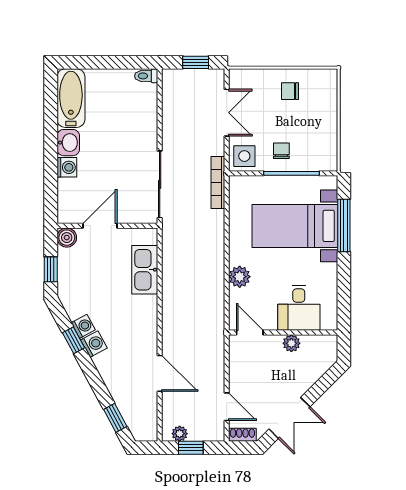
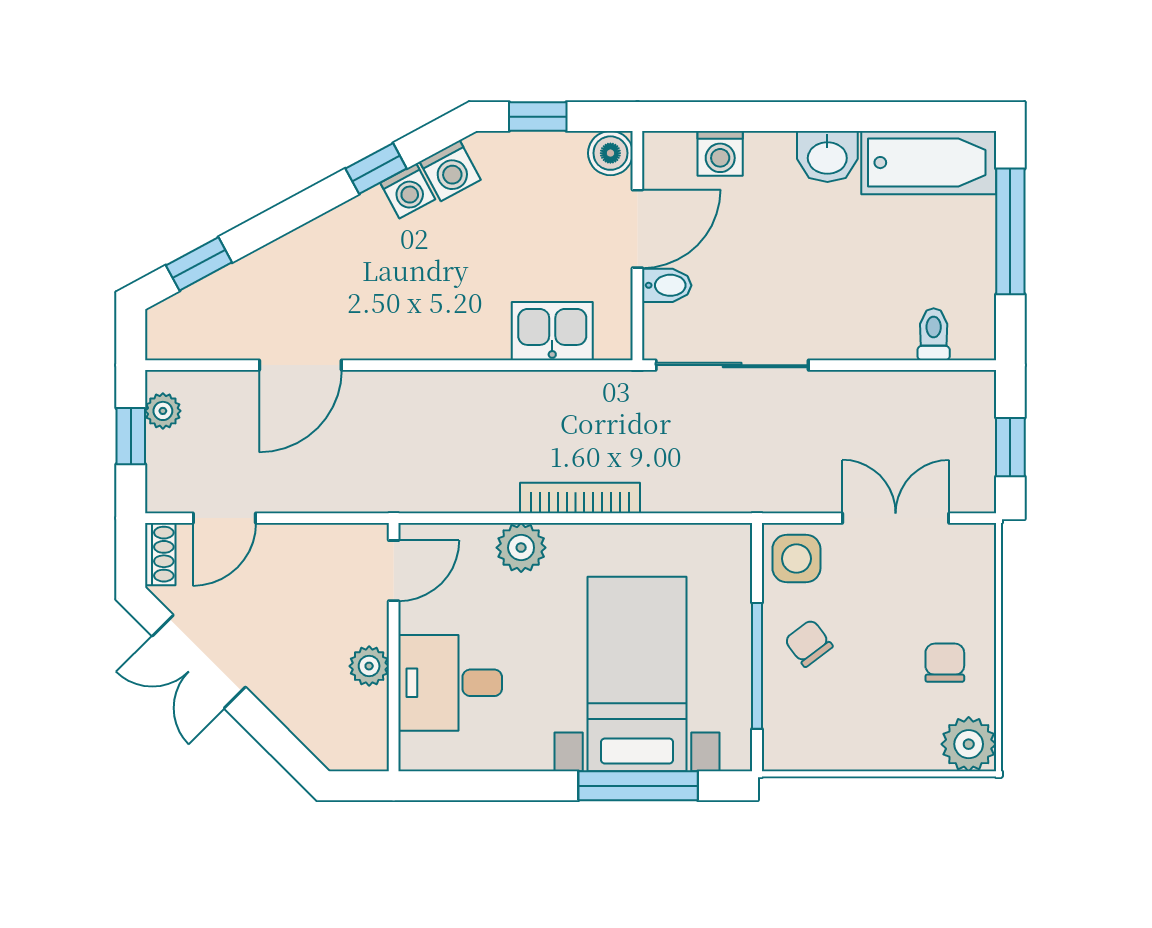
window: (101, 62) -> (1010, 231), added
toilet: (146, 76) -> (934, 334), moved
plant: (326, 81) -> (969, 744), added
double door: (227, 113) -> (896, 518), swing flipped
chair: (281, 151) -> (809, 643), turned -127
washing machine: (67, 167) -> (720, 153), moved
bookcase: (218, 183) -> (580, 498), moved
bidet: (125, 213) -> (667, 285), added
door: (100, 226) -> (637, 229), hinge flipped
kitchen sink: (145, 270) -> (552, 331), width x0.73
washing machine: (94, 344) -> (450, 171), moved

